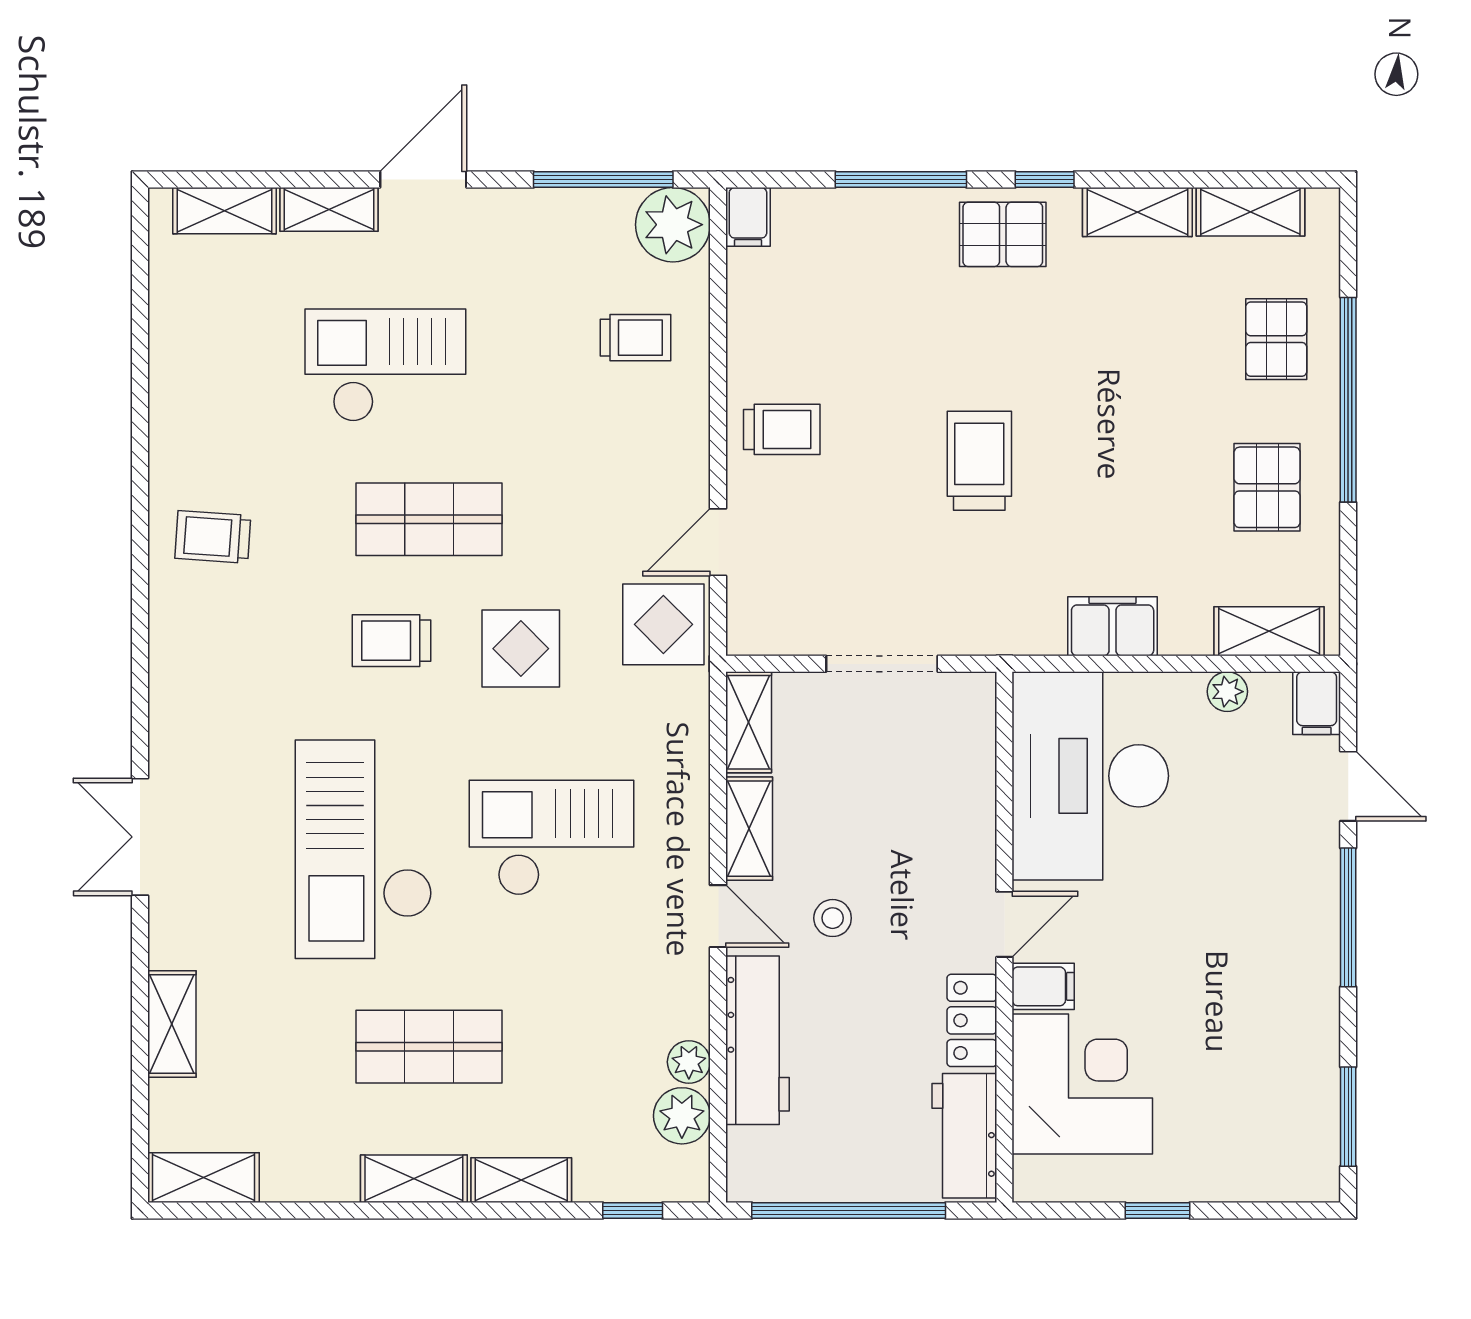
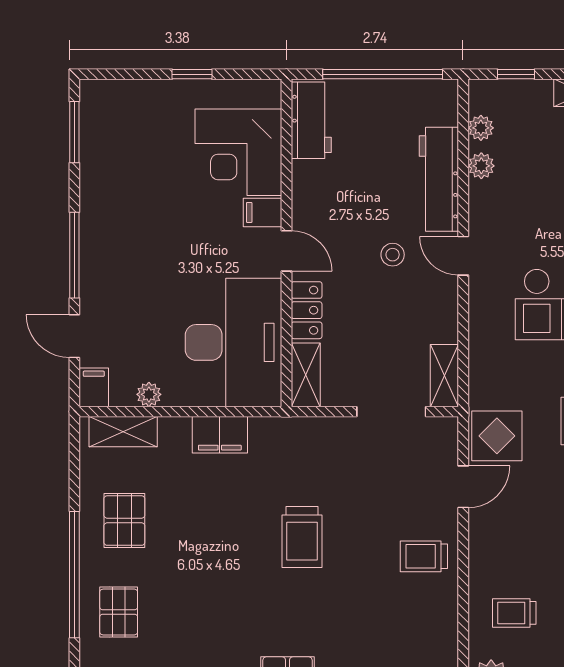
doorway: (882, 664) -> (391, 412), moved
shelving: (749, 829) -> (306, 375), moved
door: (1004, 924) -> (287, 251), swing flipped
locker: (972, 1020) -> (307, 310), moved
plant: (682, 1116) -> (481, 128), width x0.73, depth x0.73

